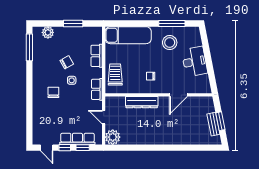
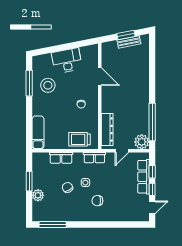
plant: (48, 32) -> (38, 195), moved
exam couch: (128, 35) -> (38, 133), width x0.73, depth x0.69
dresser: (142, 102) -> (107, 129), moved
window: (133, 148) -> (152, 122), added

